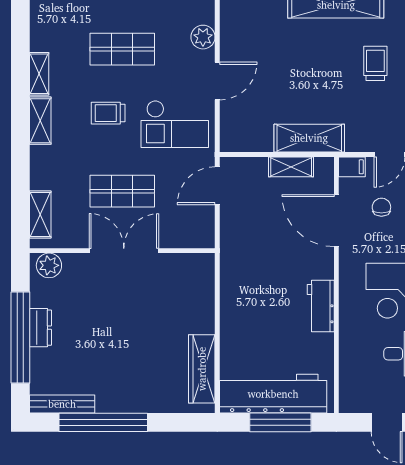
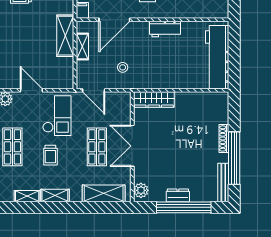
shelving: (40, 214) -> (104, 193), width x1.50, depth x1.33
stool: (256, 235) -> (123, 67), added
wardrobe: (202, 369) -> (154, 100), moved
shoe rack: (136, 405) -> (224, 138), added
window: (280, 422) -> (234, 53), removed

